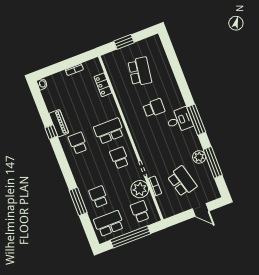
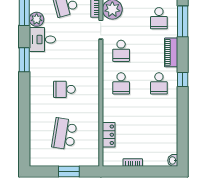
desk: (179, 120) -> (42, 40), moved
window: (196, 120) -> (24, 60), width x0.69
piano: (59, 123) -> (171, 52), moved
school desk: (109, 131) -> (121, 83), width x0.54
window: (51, 132) -> (183, 79), moved

